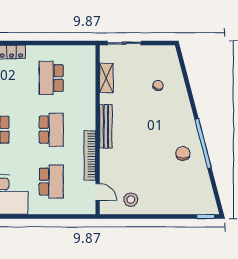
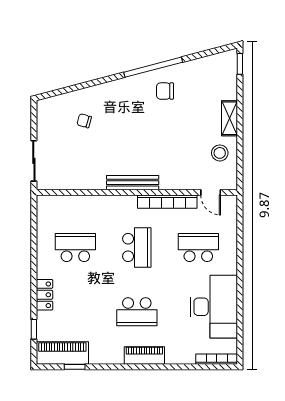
school desk: (51, 78) -> (75, 247), turned 180
shelving: (106, 78) -> (230, 118), moved, turned 90
school desk: (51, 130) -> (137, 247), turned 90
door: (98, 192) -> (211, 192), swing flipped

